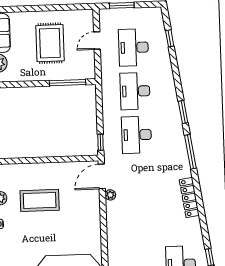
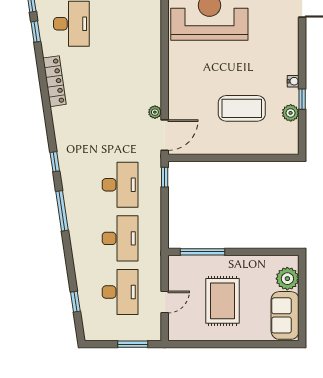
window: (183, 112) -> (62, 211), width x1.44
window: (190, 152) -> (55, 162), width x0.46
locker: (189, 198) -> (55, 81), moved

